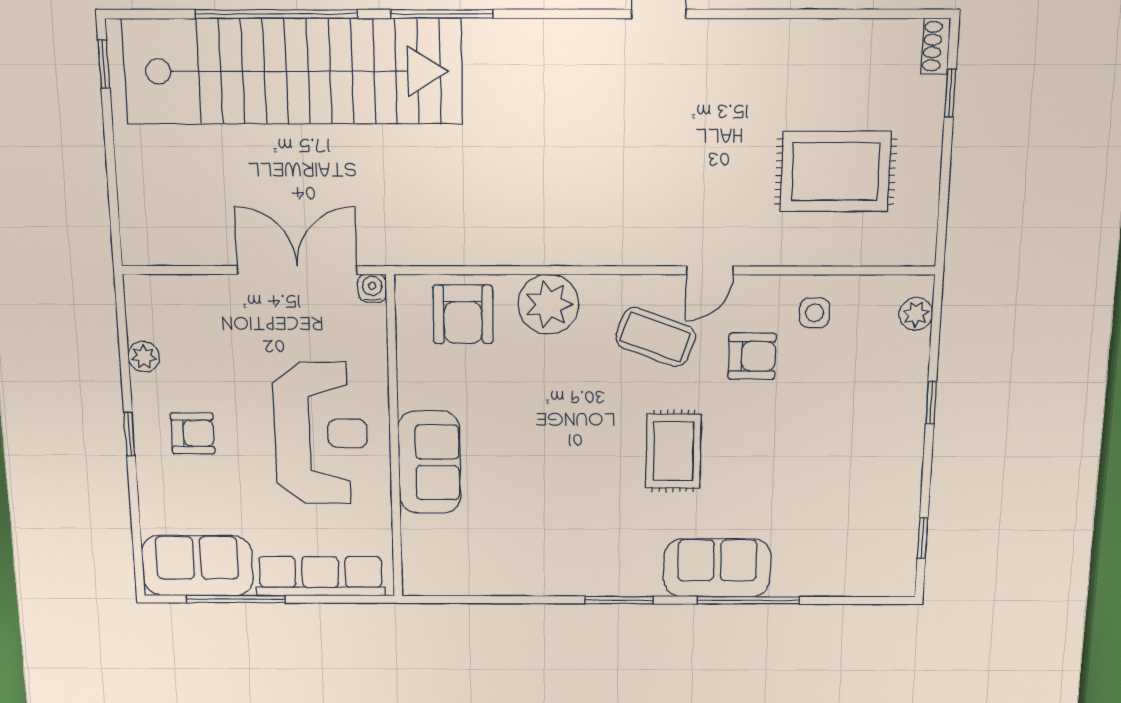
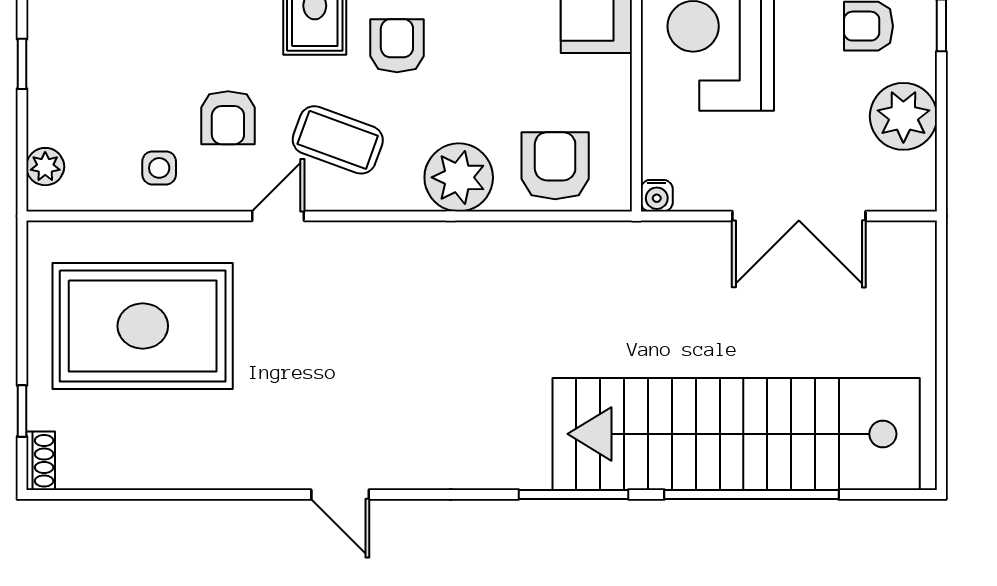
window: (104, 64) -> (941, 442), removed
rug: (836, 172) -> (143, 326), width x1.37, depth x1.44
double door: (297, 270) -> (799, 216), moved
armchair: (752, 356) -> (228, 118), turned -90
plant: (144, 357) -> (903, 116), width x1.87, depth x1.87
armchair: (602, 417) -> (397, 46), added

